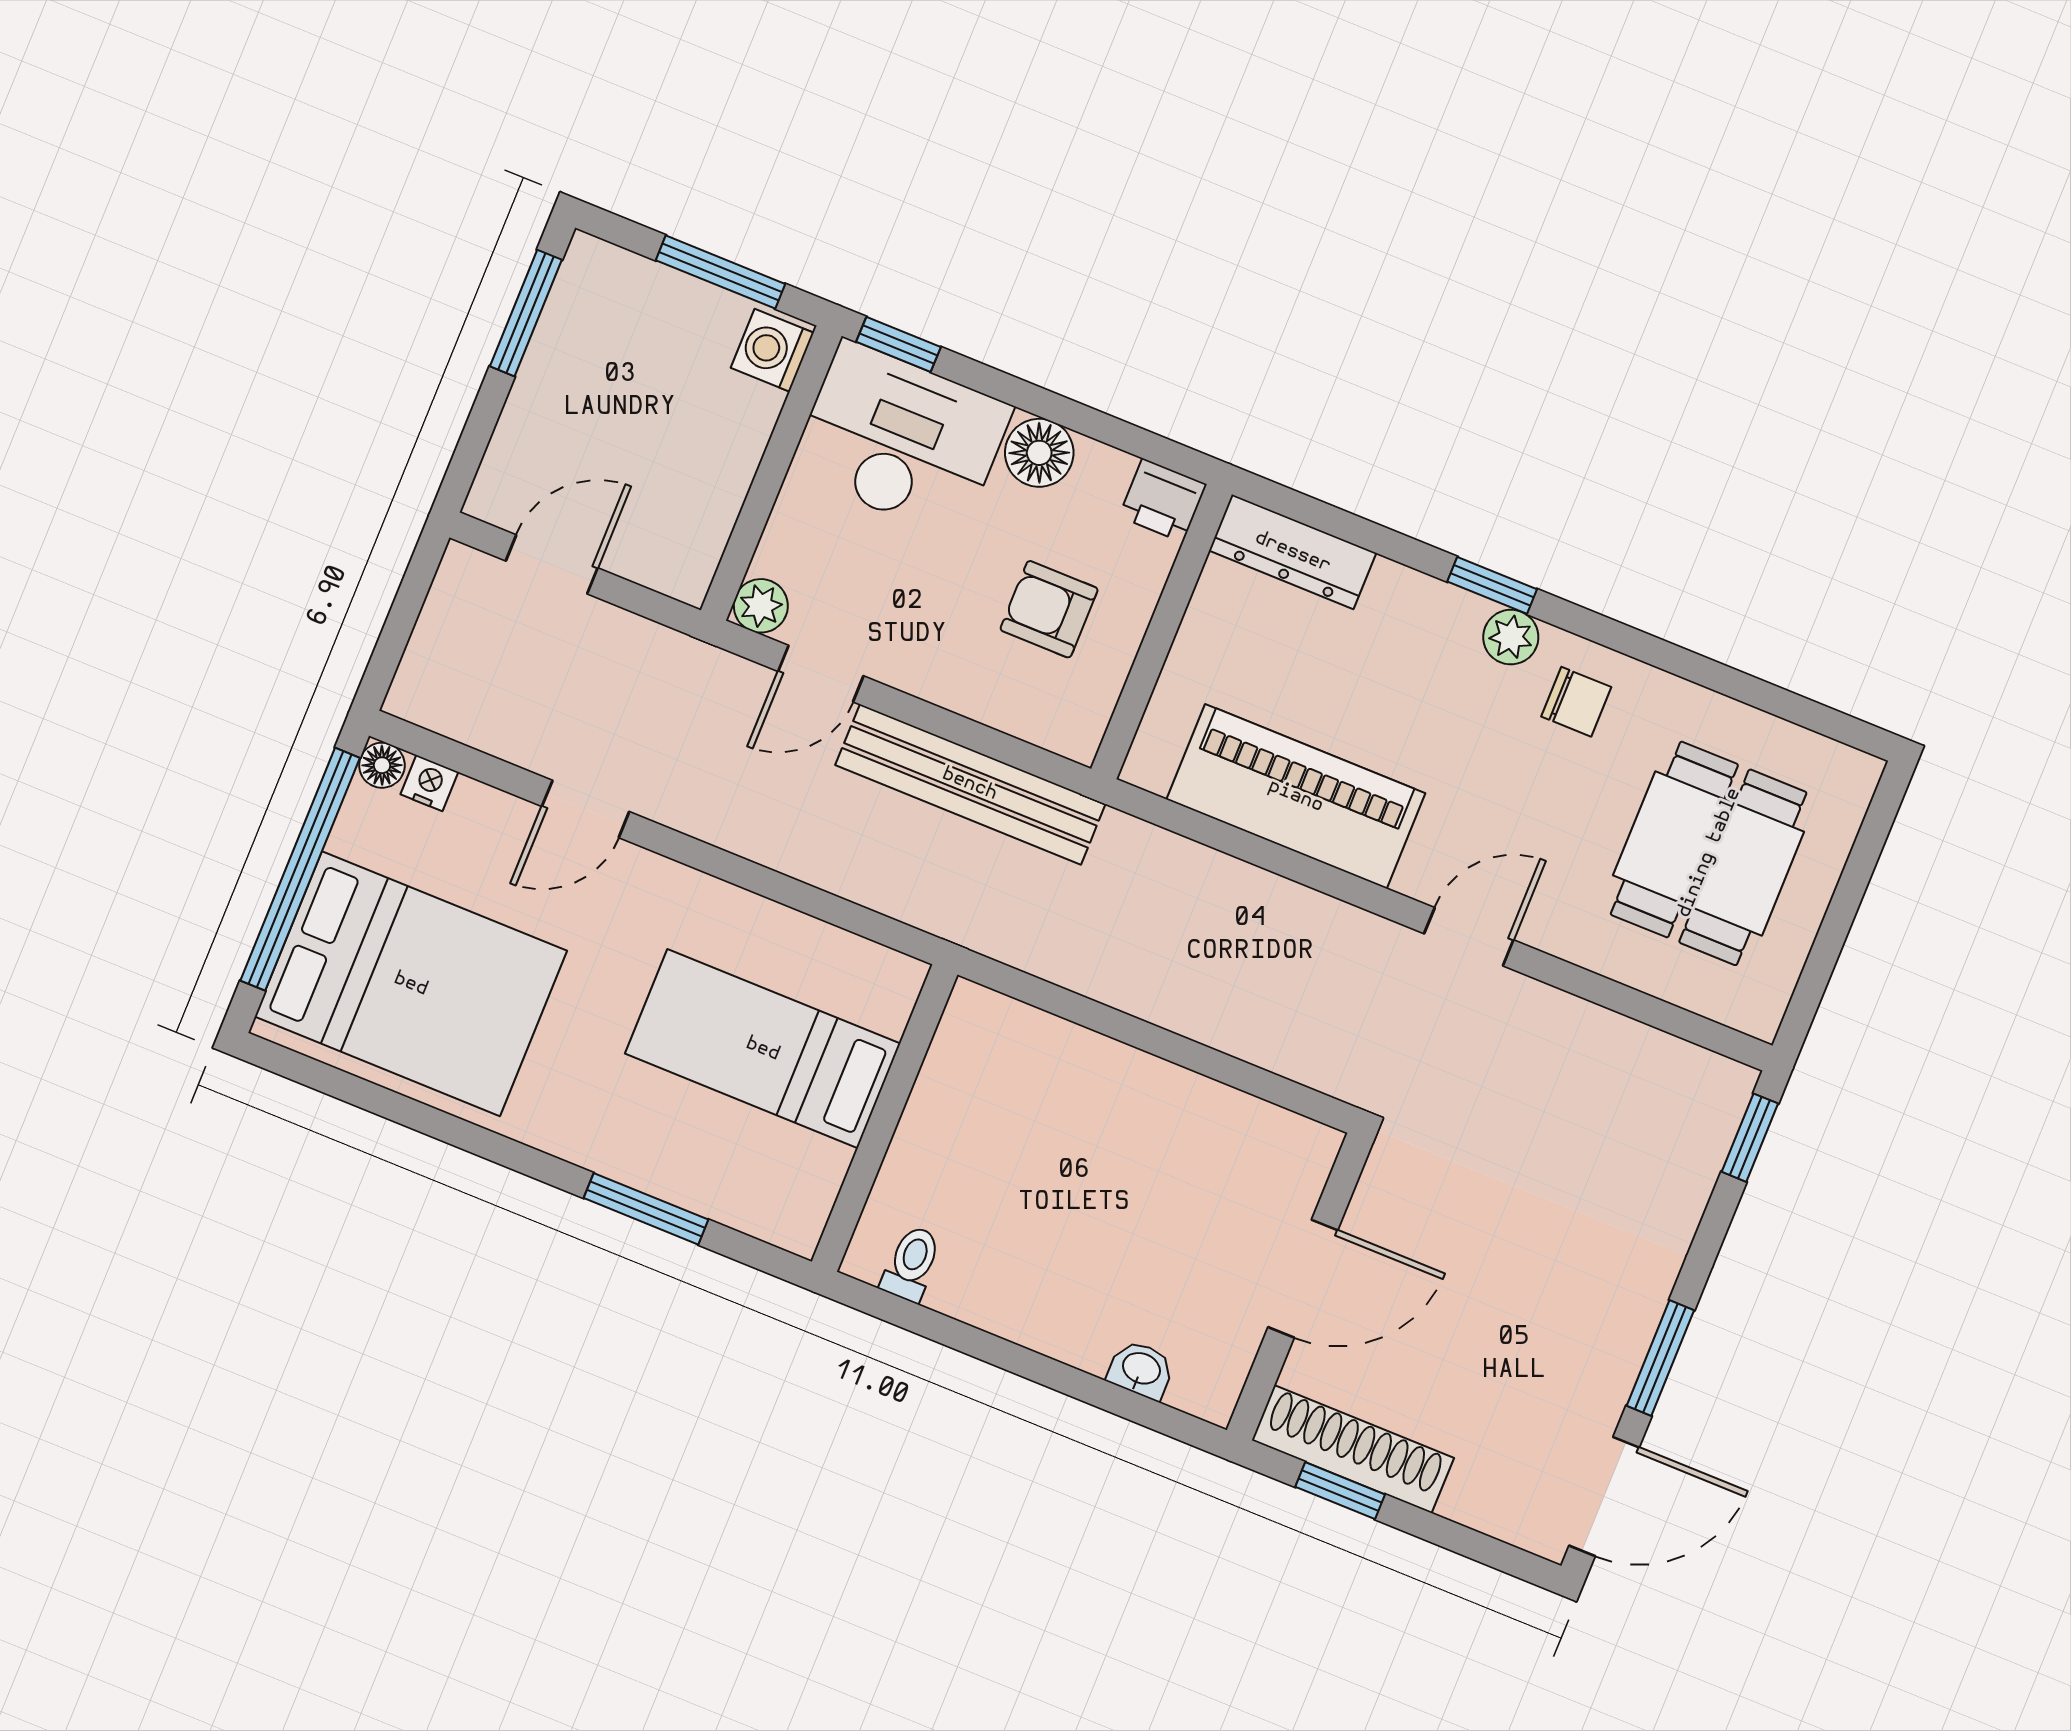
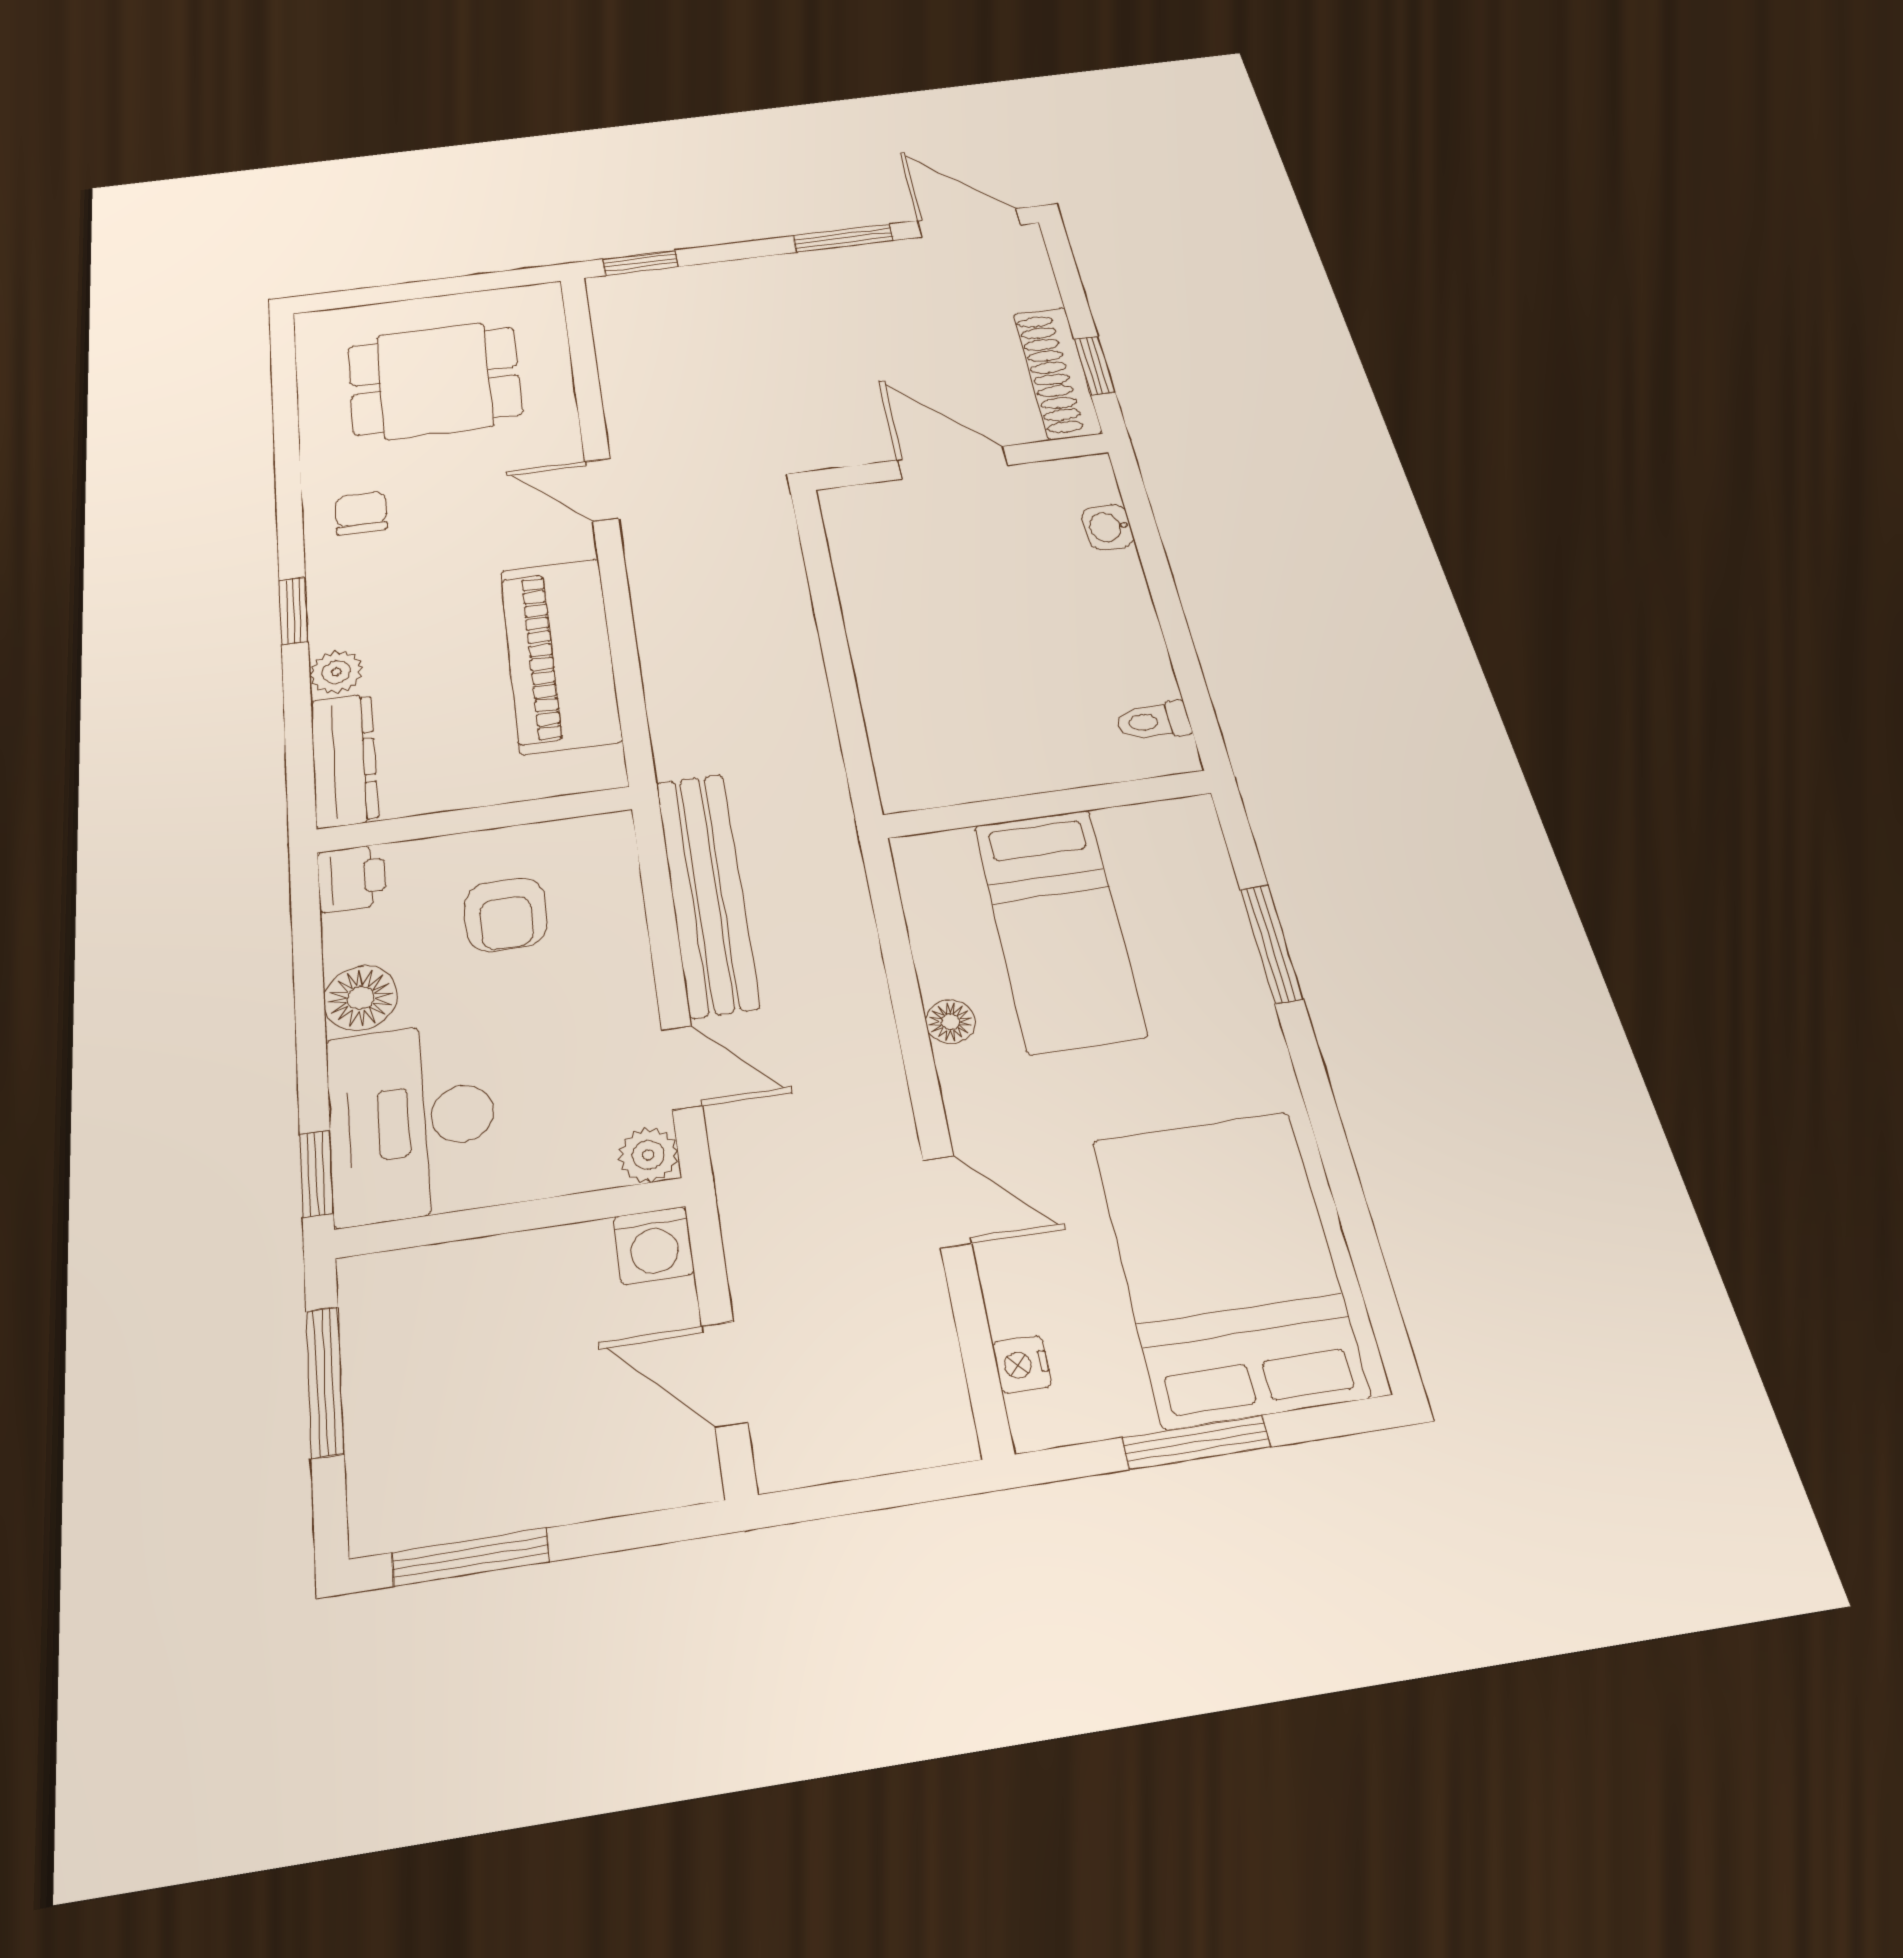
washing machine: (772, 350) -> (654, 1245), moved
plant: (1511, 637) -> (336, 672), moved
floor lamp: (382, 765) -> (950, 1022), moved
window: (300, 869) -> (1196, 1442), width x0.47

